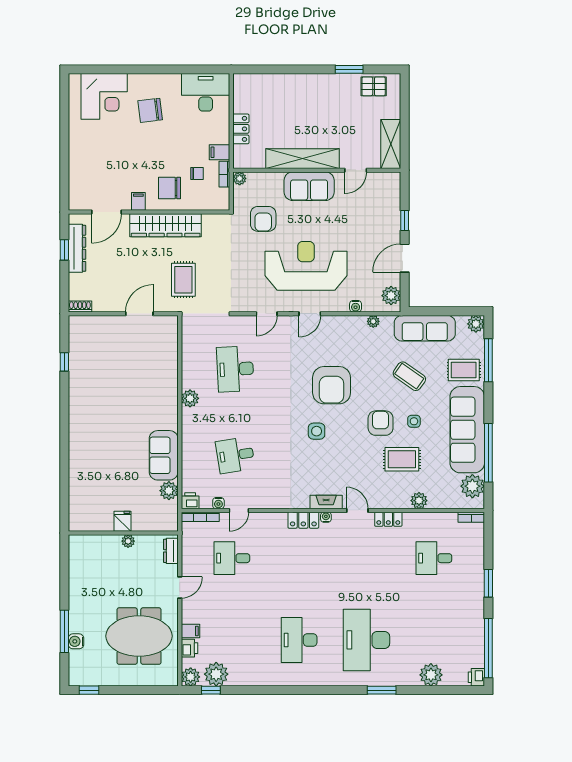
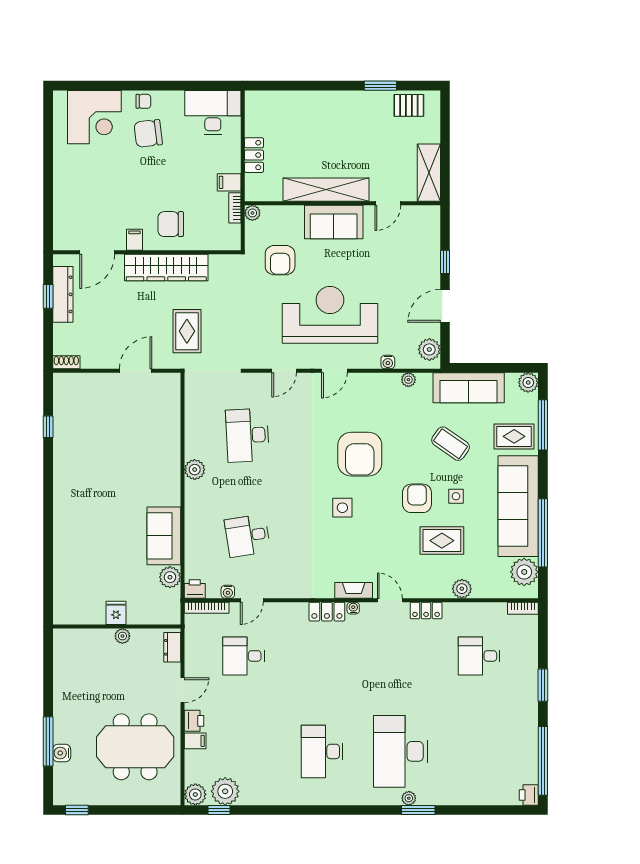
chair: (197, 173) -> (143, 101), moved
printer: (189, 648) -> (194, 721), moved
plant: (431, 675) -> (409, 798), moved, width x0.53, depth x0.53

